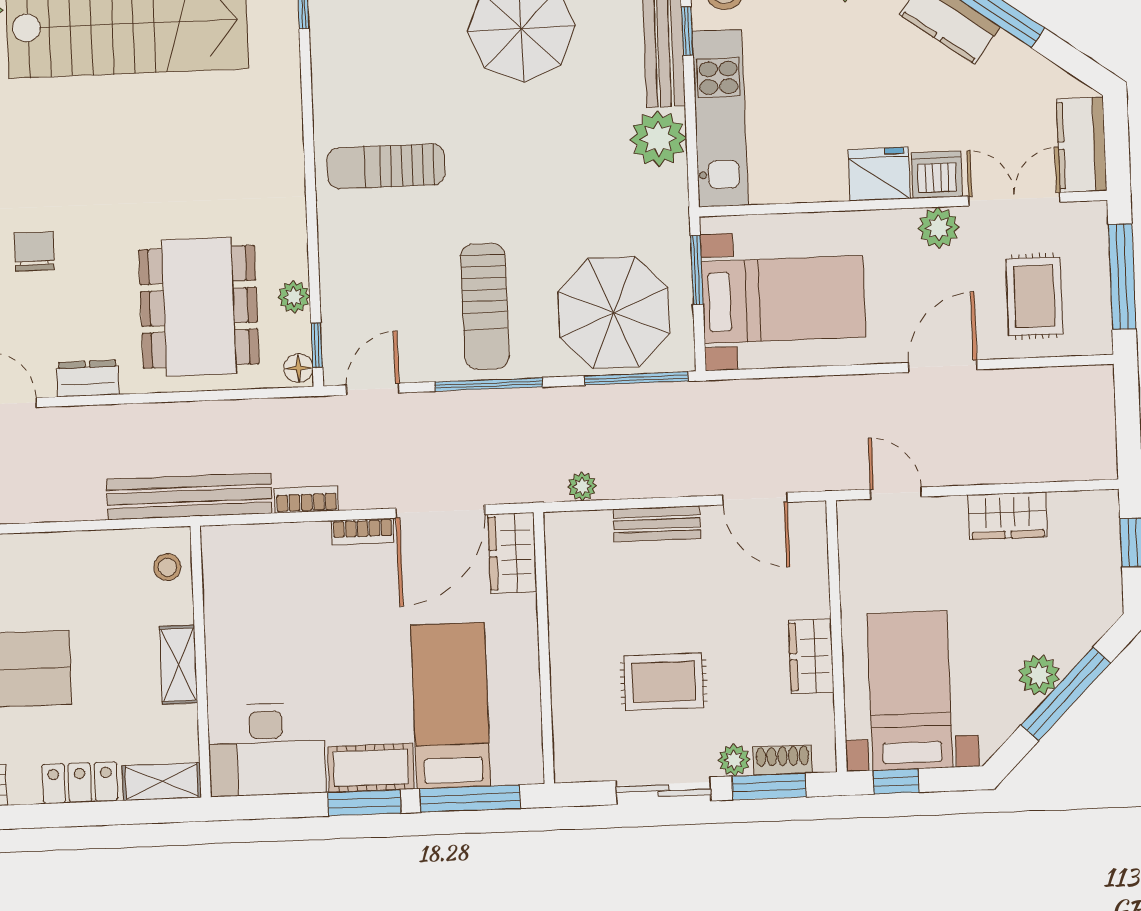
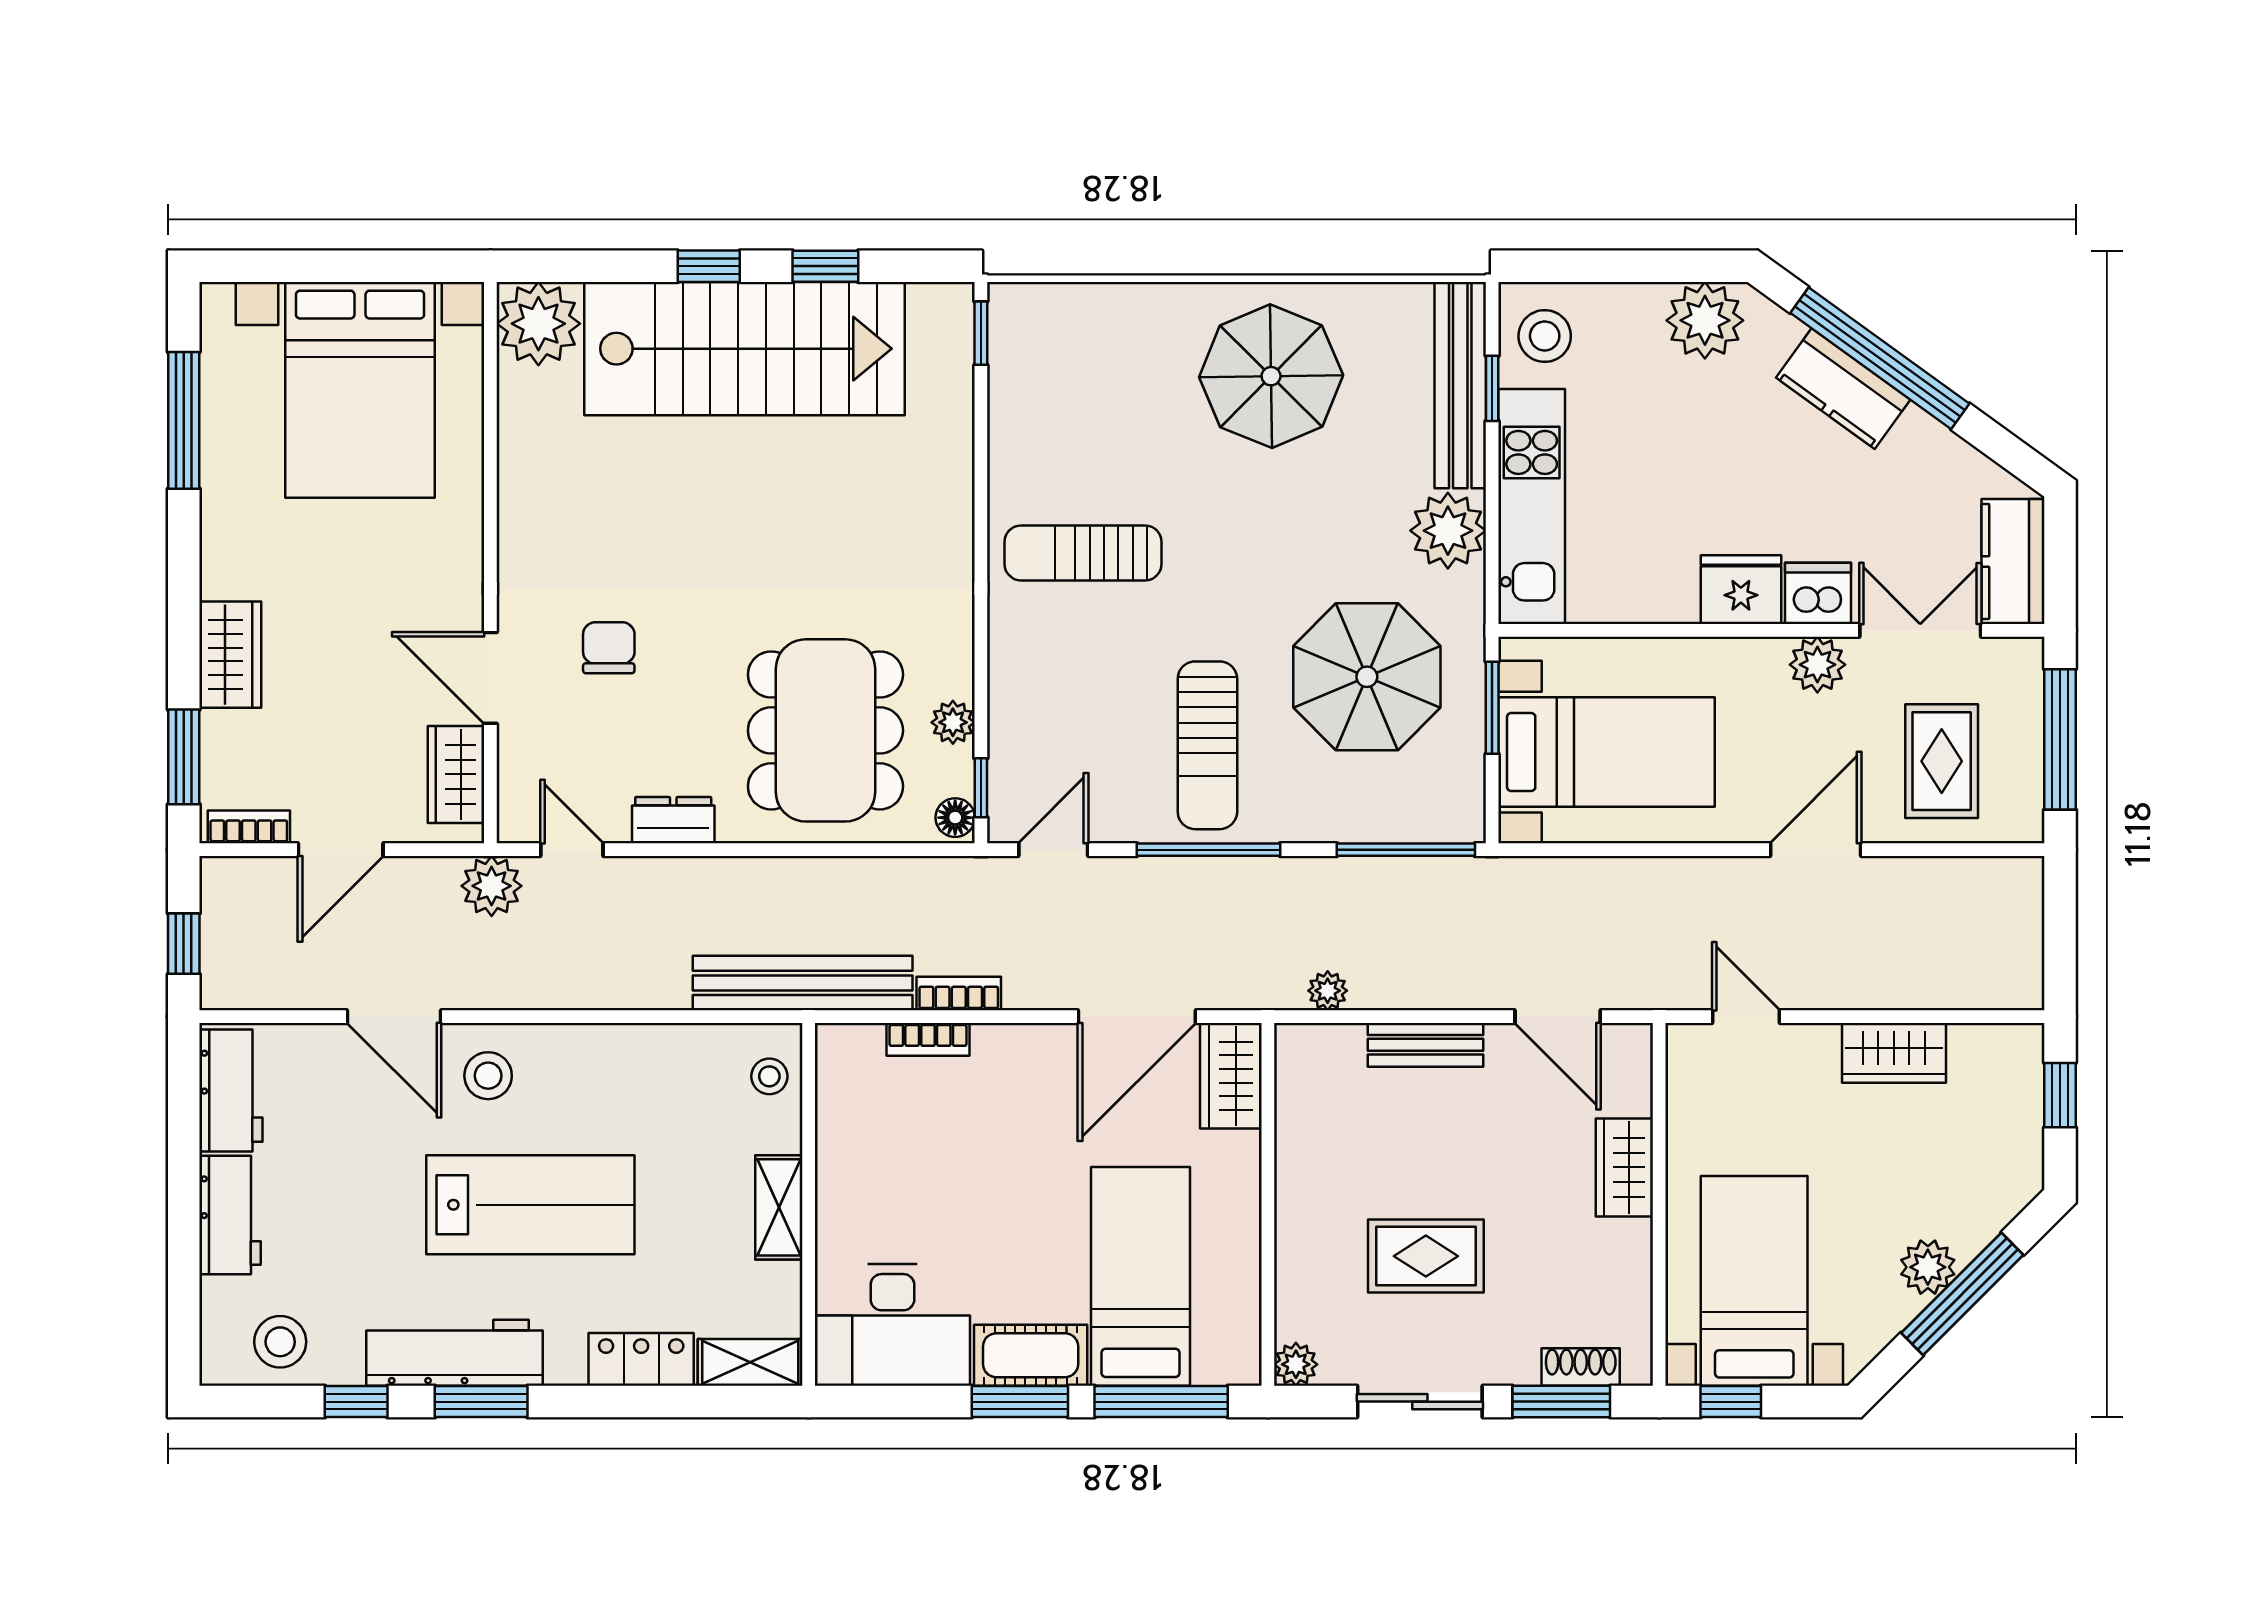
parasol: (614, 313) -> (1367, 677), moved
bookcase: (363, 532) -> (928, 1039), moved
wardrobe: (811, 656) -> (1624, 1167), moved
plant: (734, 760) -> (1296, 1364), moved

